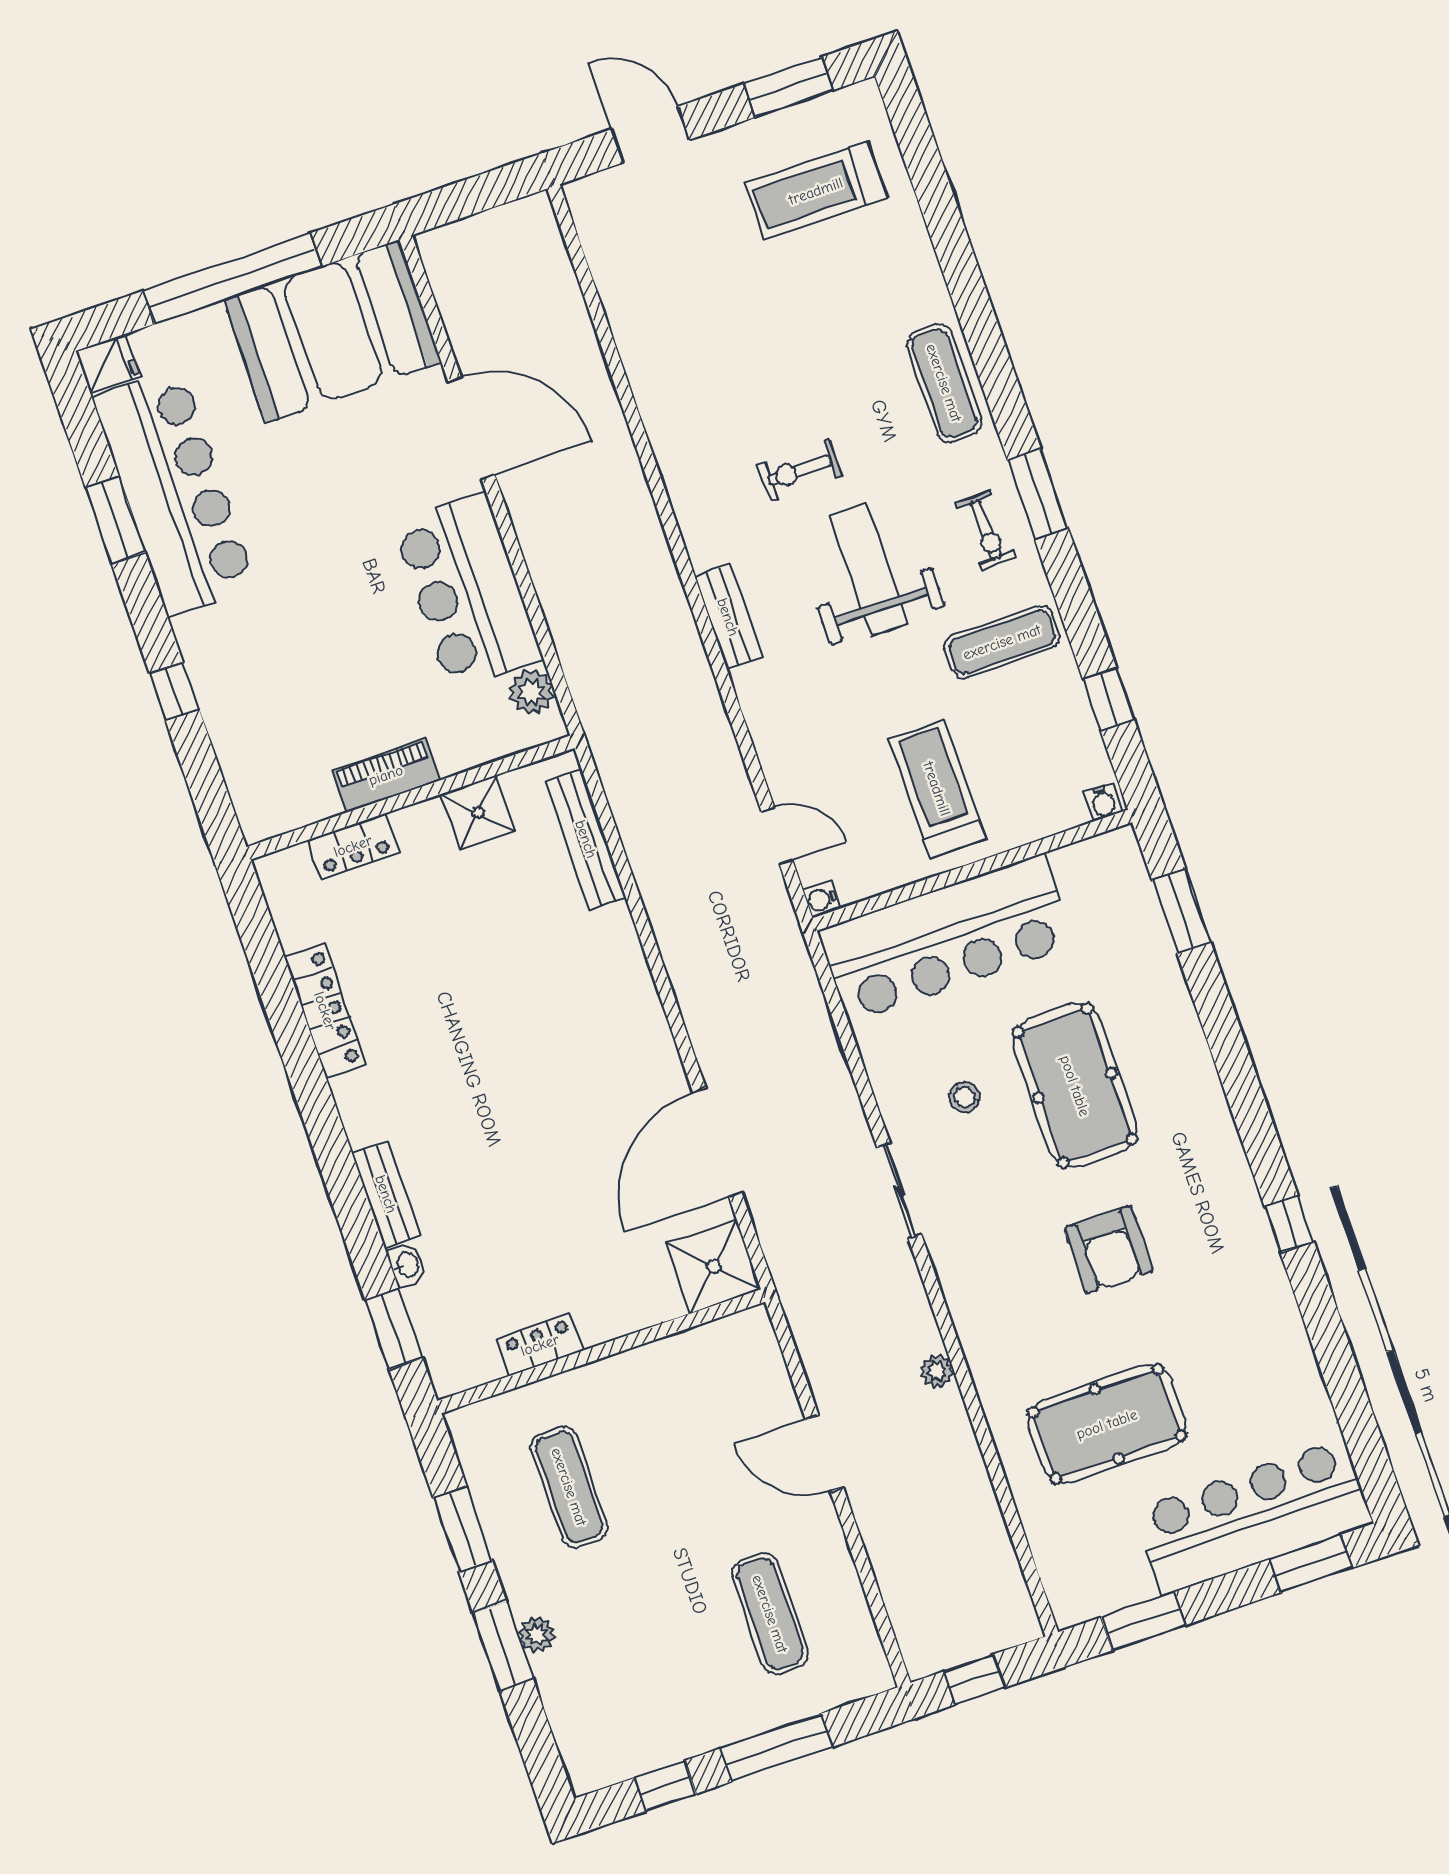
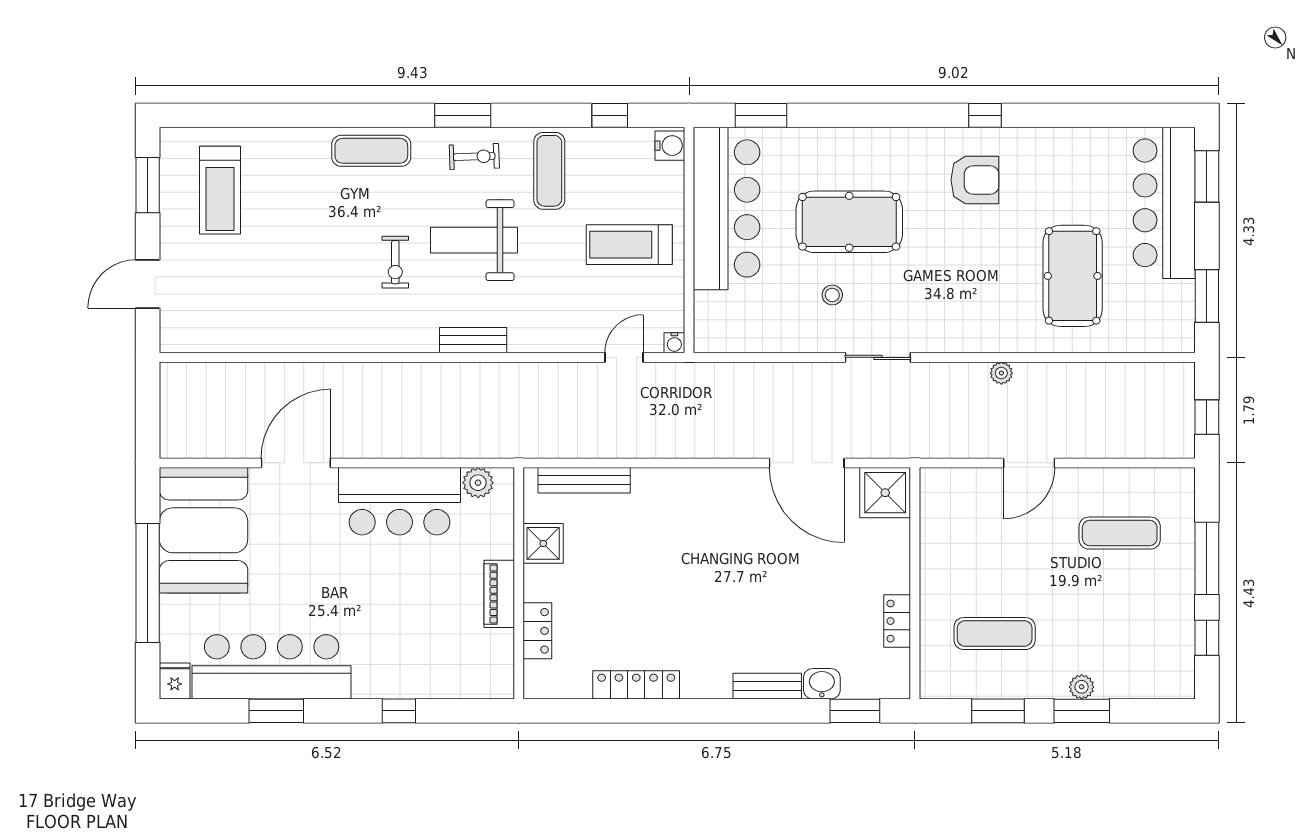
water cooler: (1103, 802) -> (670, 146), width x1.38, depth x1.38
bar counter: (946, 938) -> (727, 208), moved
armchair: (1109, 1250) -> (975, 180), moved
washbasin: (407, 1265) -> (822, 684), width x1.38, depth x1.45

